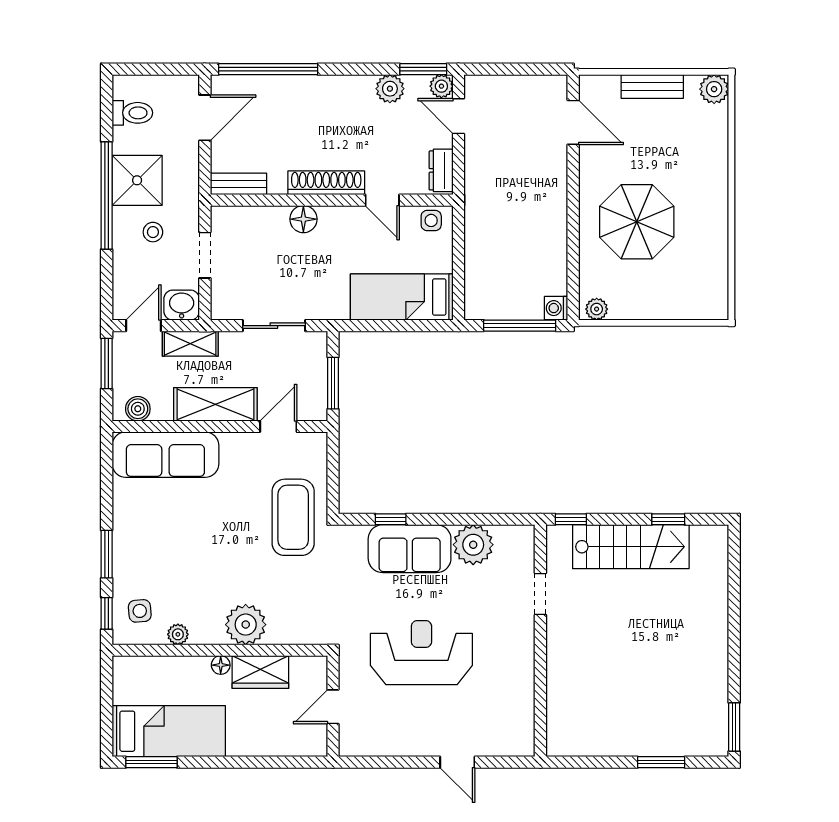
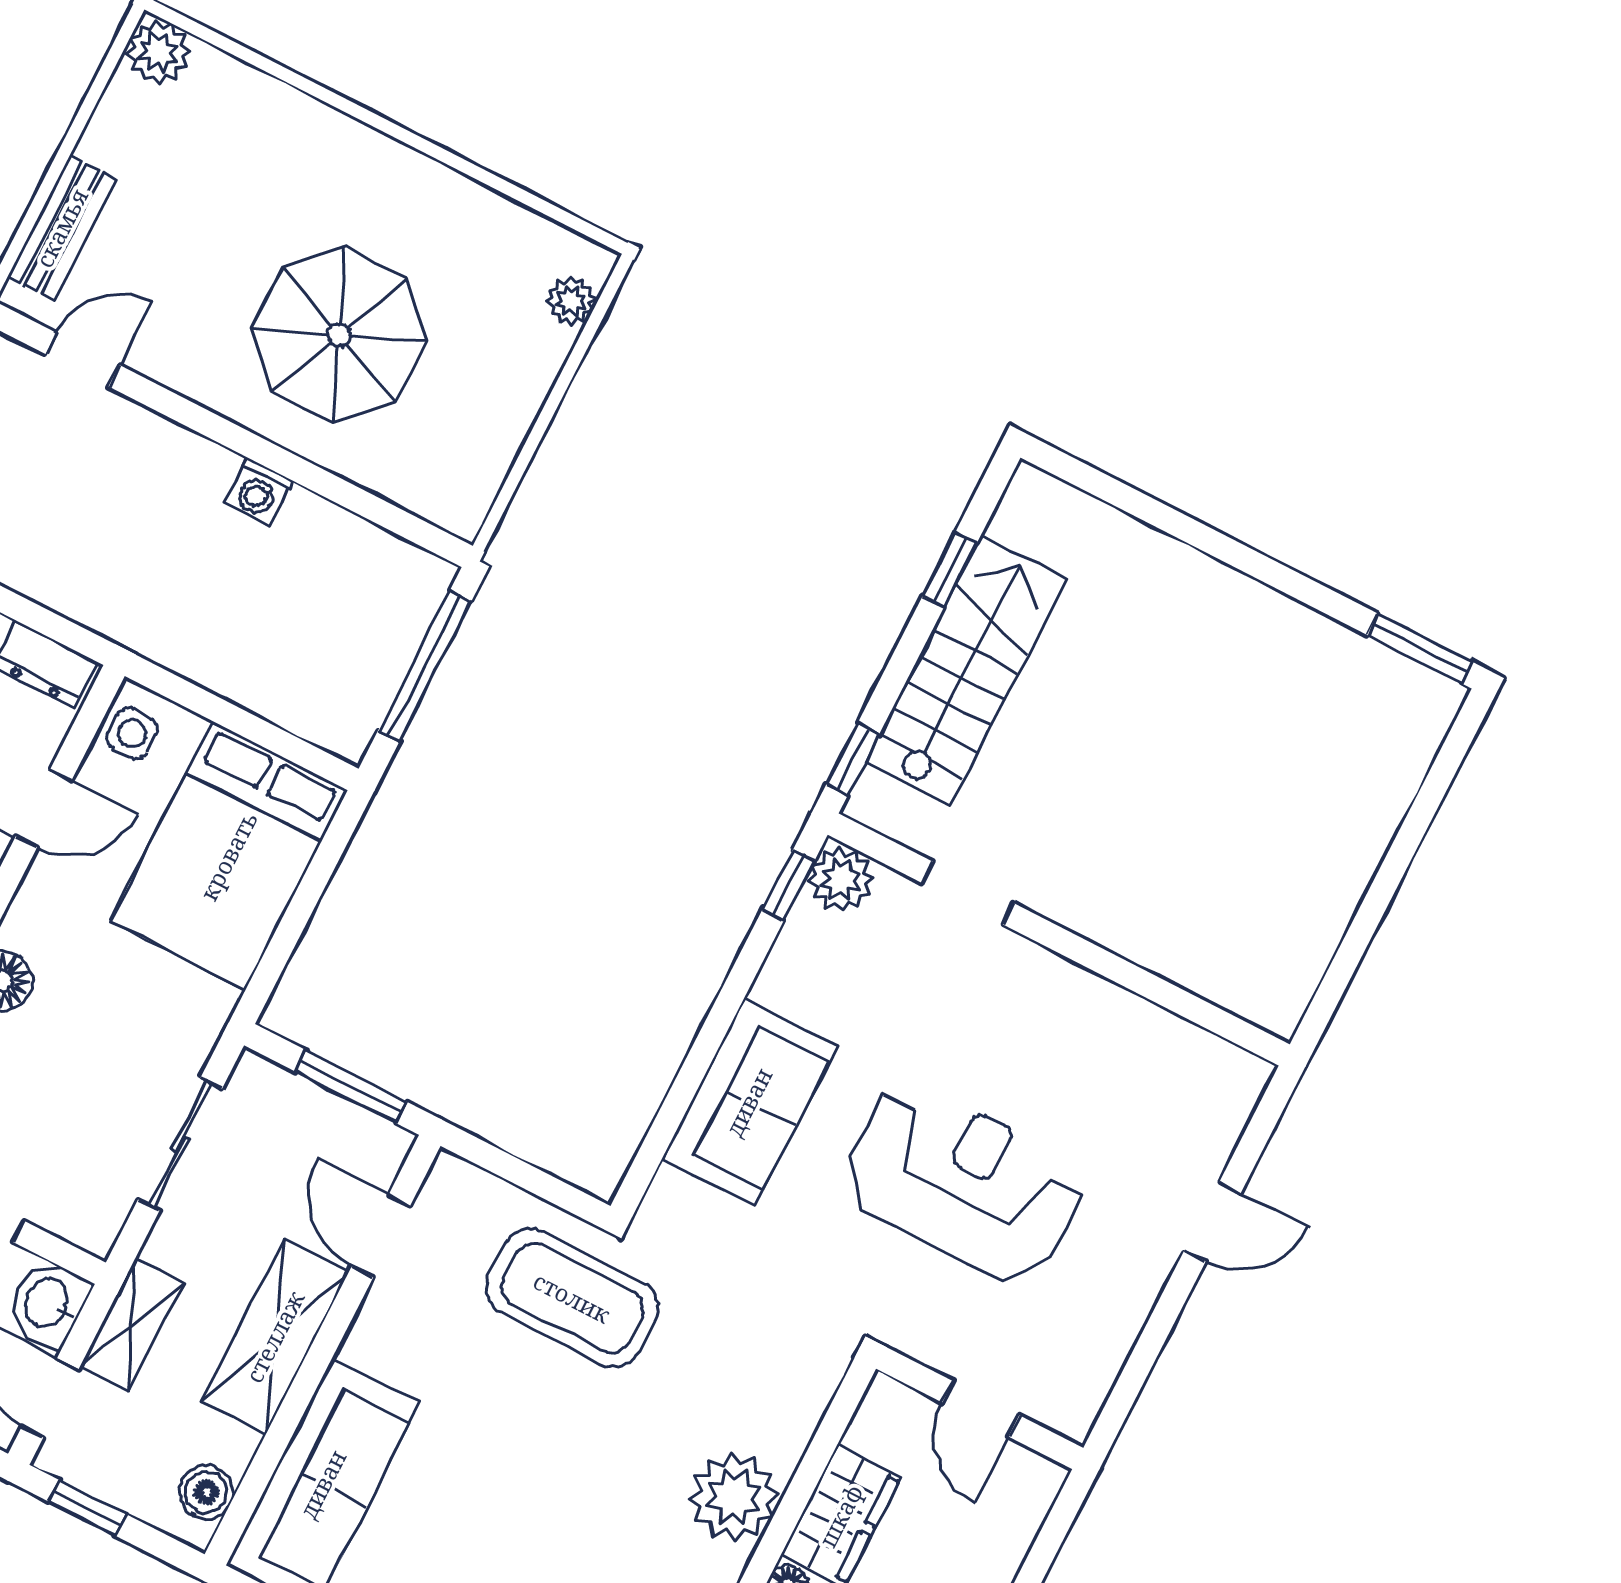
bench: (652, 86) -> (62, 228), moved
door: (573, 122) -> (83, 360), width x0.73
bed: (402, 297) -> (229, 856), width x1.50
washing machine: (556, 308) -> (258, 492), moved
plant: (597, 309) -> (571, 301), moved
window: (107, 364) -> (87, 1508), width x0.67
window: (391, 519) -> (788, 885), moved
plant: (473, 545) -> (841, 879), moved, width x0.73, depth x0.73
reception desk: (421, 653) -> (963, 1183), turned 90
window: (661, 762) -> (1415, 825), removed

